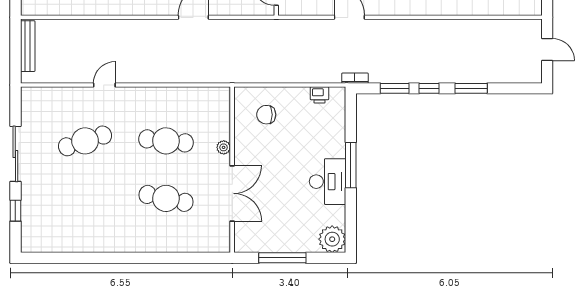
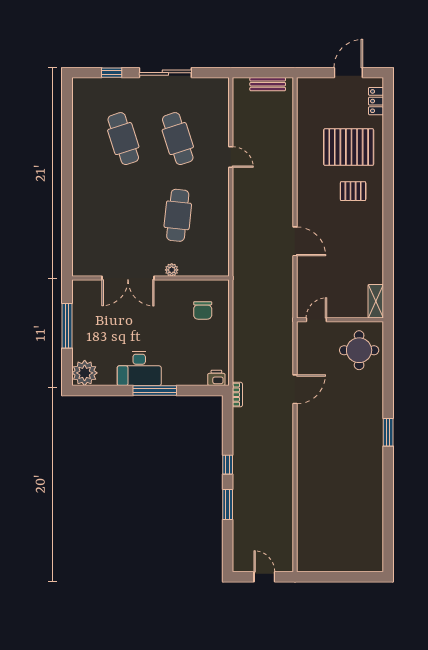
bench: (28, 46) -> (268, 84), width x0.73
door: (547, 50) -> (264, 577), swing flipped
window: (395, 88) -> (228, 432), removed
printer: (319, 95) -> (216, 378), moved, turned 90
chair: (266, 115) -> (203, 310), turned 180
cafe table: (166, 198) -> (123, 139), moved, turned -30

